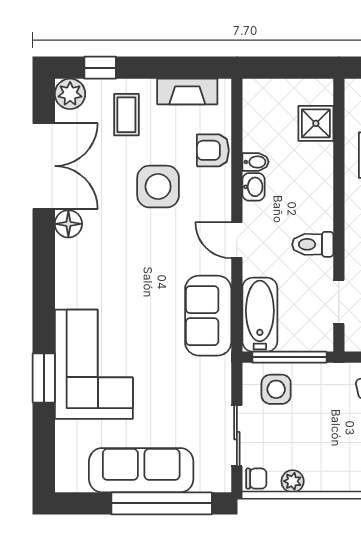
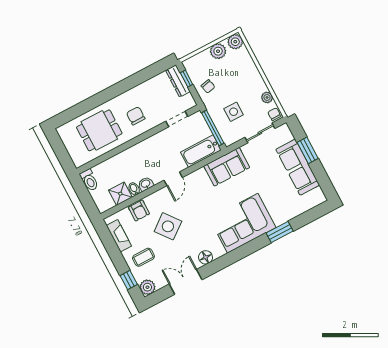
shower: (316, 123) -> (120, 194), moved
double door: (44, 166) -> (186, 282), width x0.73
side table: (158, 187) -> (168, 226), turned -38
toilet: (313, 244) -> (89, 180), moved
sofa: (208, 316) -> (227, 167), moved
corner sofa: (94, 364) -> (243, 223), moved
side table: (276, 389) -> (234, 112), moved
window: (162, 503) -> (308, 150), width x0.47

